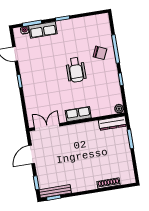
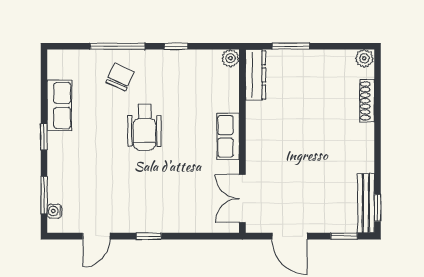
row of seats: (43, 30) -> (59, 105), moved
wheelchair: (76, 70) -> (144, 127), turned 90
plant: (130, 178) -> (364, 58), added

